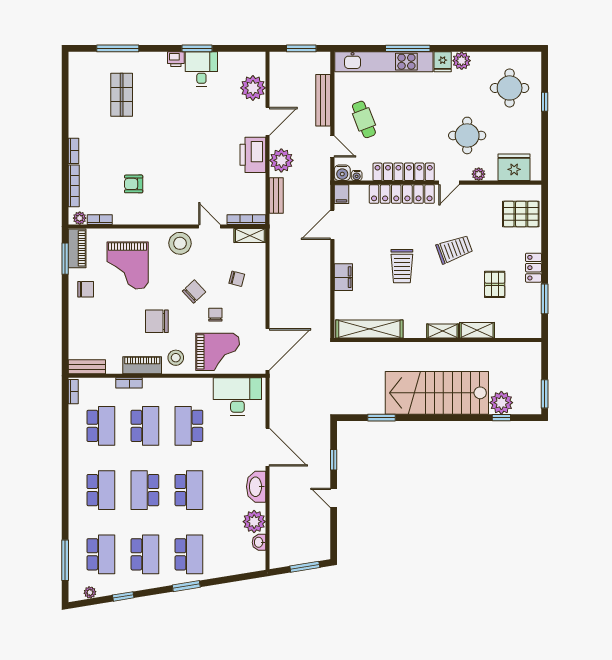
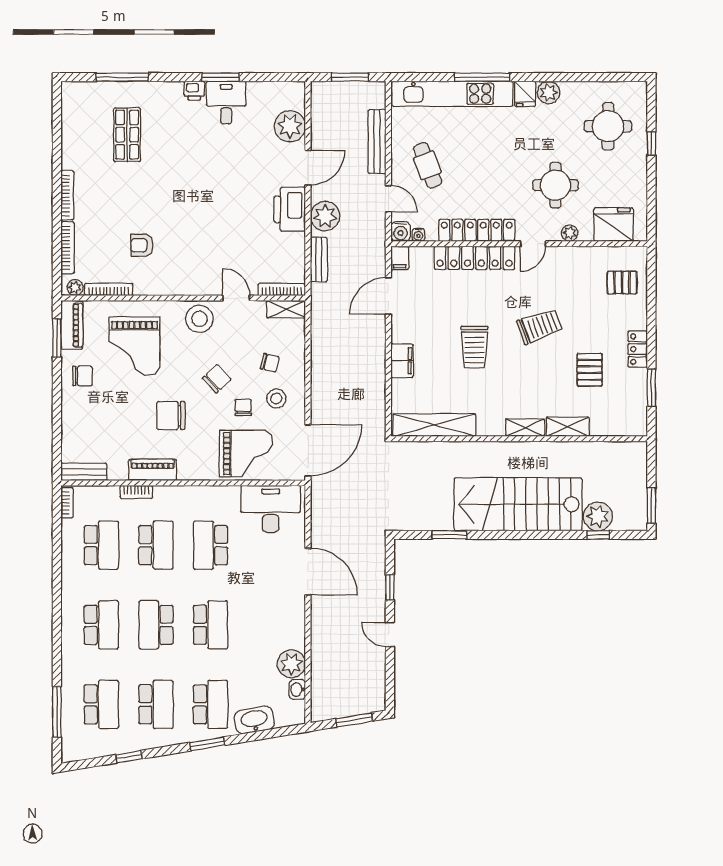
bookcase: (73, 151) -> (67, 195), width x1.56
pallet: (521, 214) -> (622, 283), width x0.67, depth x0.71
bookcase: (100, 220) -> (109, 289), width x1.56
stool: (176, 358) -> (276, 398), moved
washbasin: (256, 487) -> (254, 720), moved, turned 81
plant: (90, 592) -> (88, 752), removed

